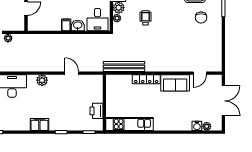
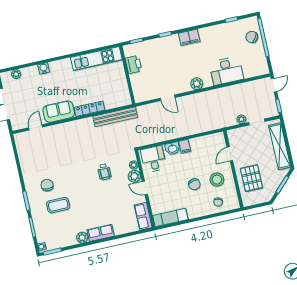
water cooler: (197, 126) -> (44, 68), moved

